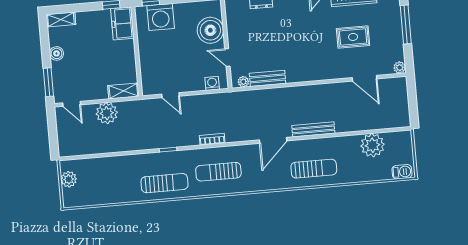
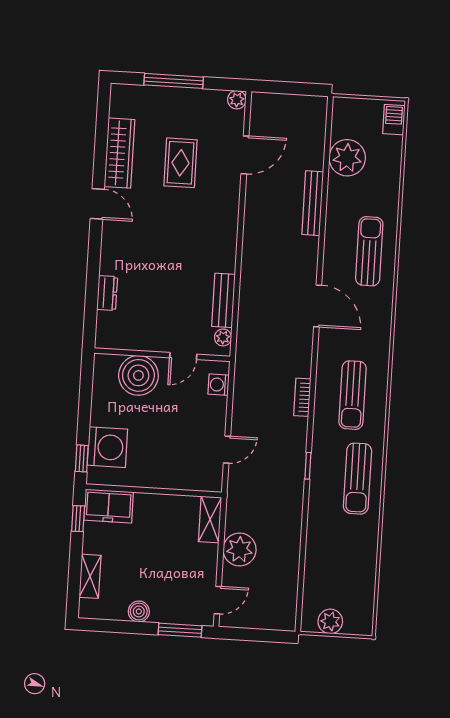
shelving: (61, 19) -> (90, 576), moved
bench: (313, 129) -> (313, 203), moved
sun lounger: (164, 183) -> (357, 479), turned 180

